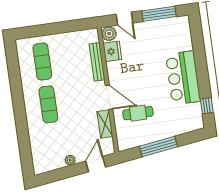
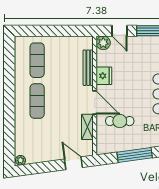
fridge: (112, 51) -> (104, 76), moved
plant: (70, 160) -> (20, 160), moved
door: (96, 164) -> (73, 163), hinge flipped

